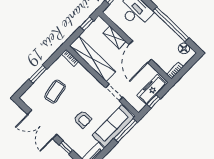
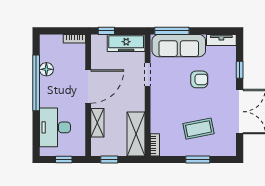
floor lamp: (184, 48) -> (46, 69), moved
shelving: (92, 59) -> (136, 134), width x0.68
freezer: (152, 90) -> (126, 43), moved
window: (154, 102) -> (106, 31), moved
armchair: (83, 119) -> (199, 79), turned 90

